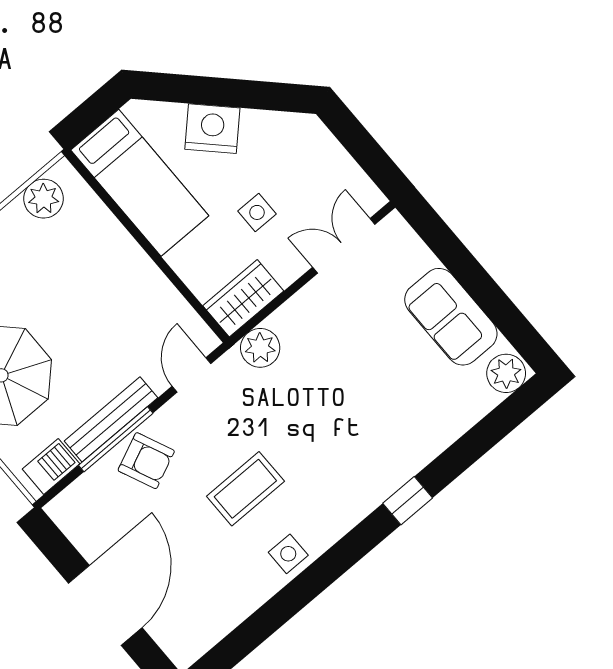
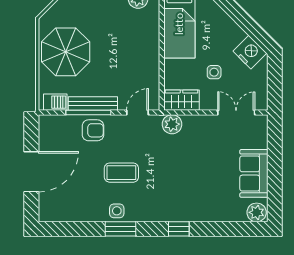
nightstand: (212, 129) -> (250, 52), moved
armchair: (146, 461) -> (93, 130), turned -66
window: (318, 577) -> (121, 229), added

